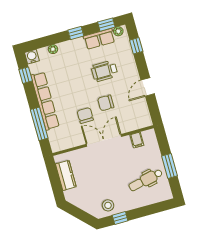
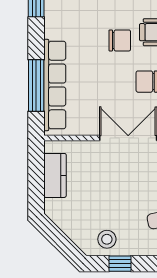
row of seats: (45, 101) -> (55, 85), moved
chair: (85, 115) -> (120, 40), moved, turned 90

